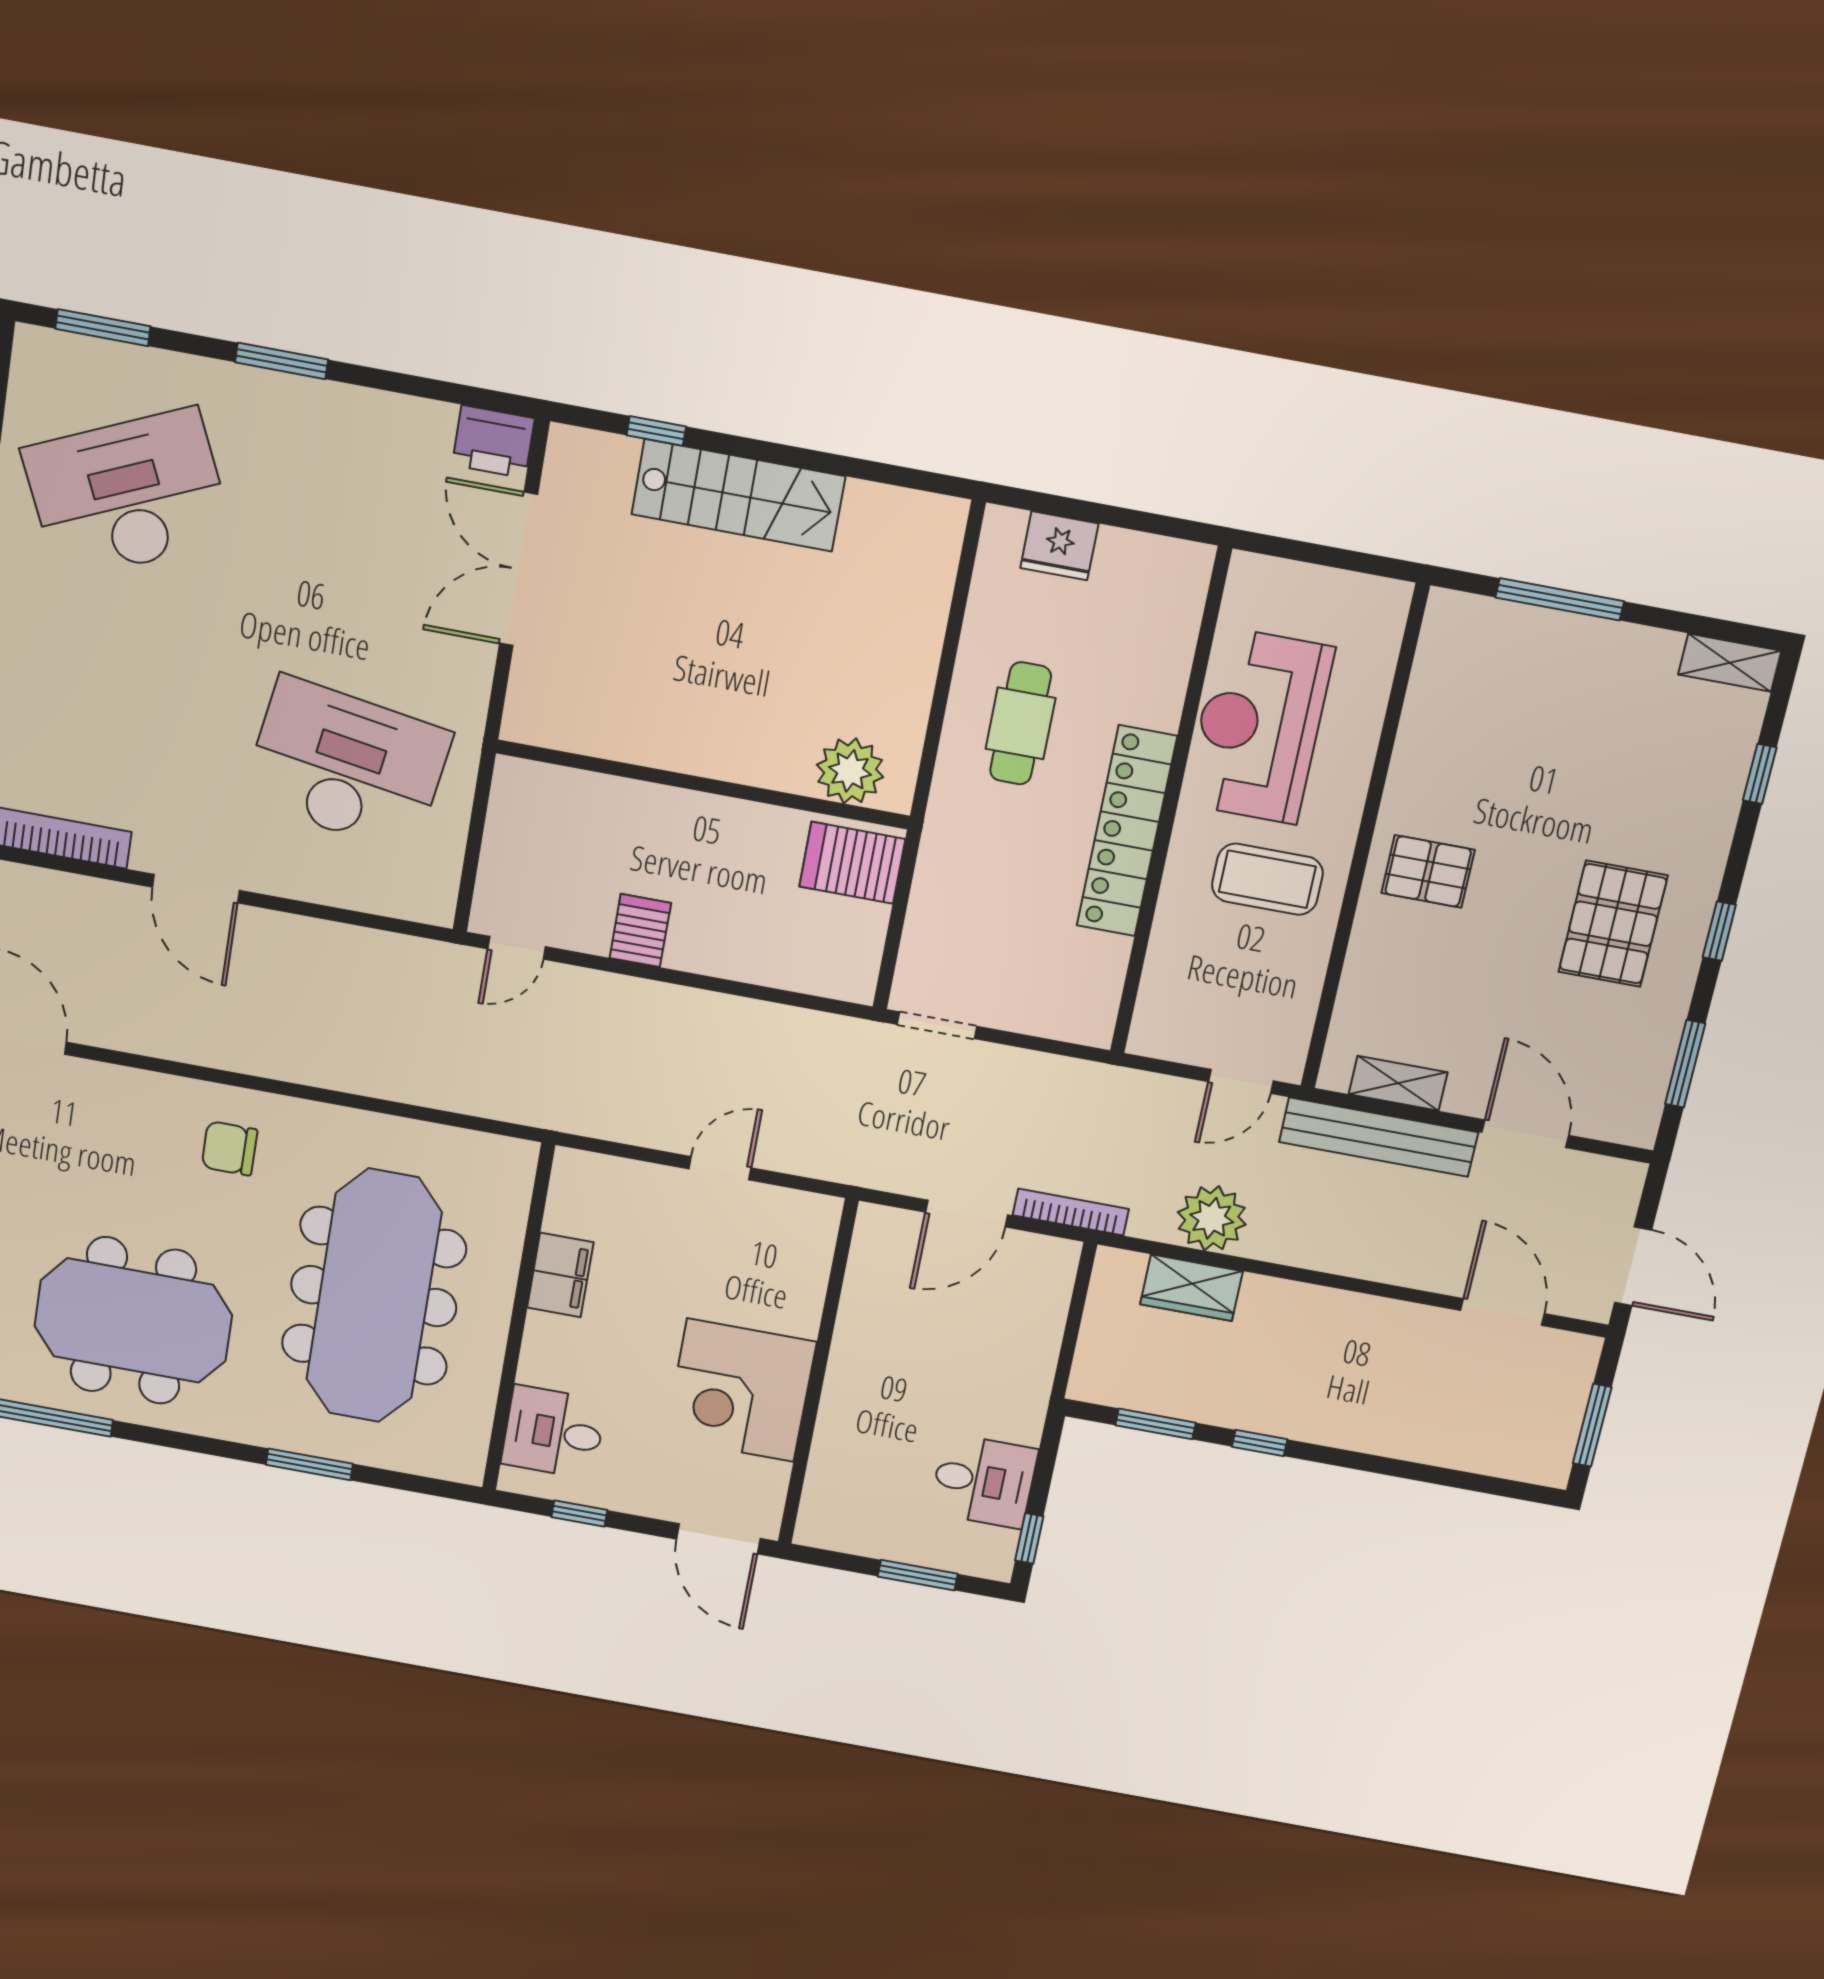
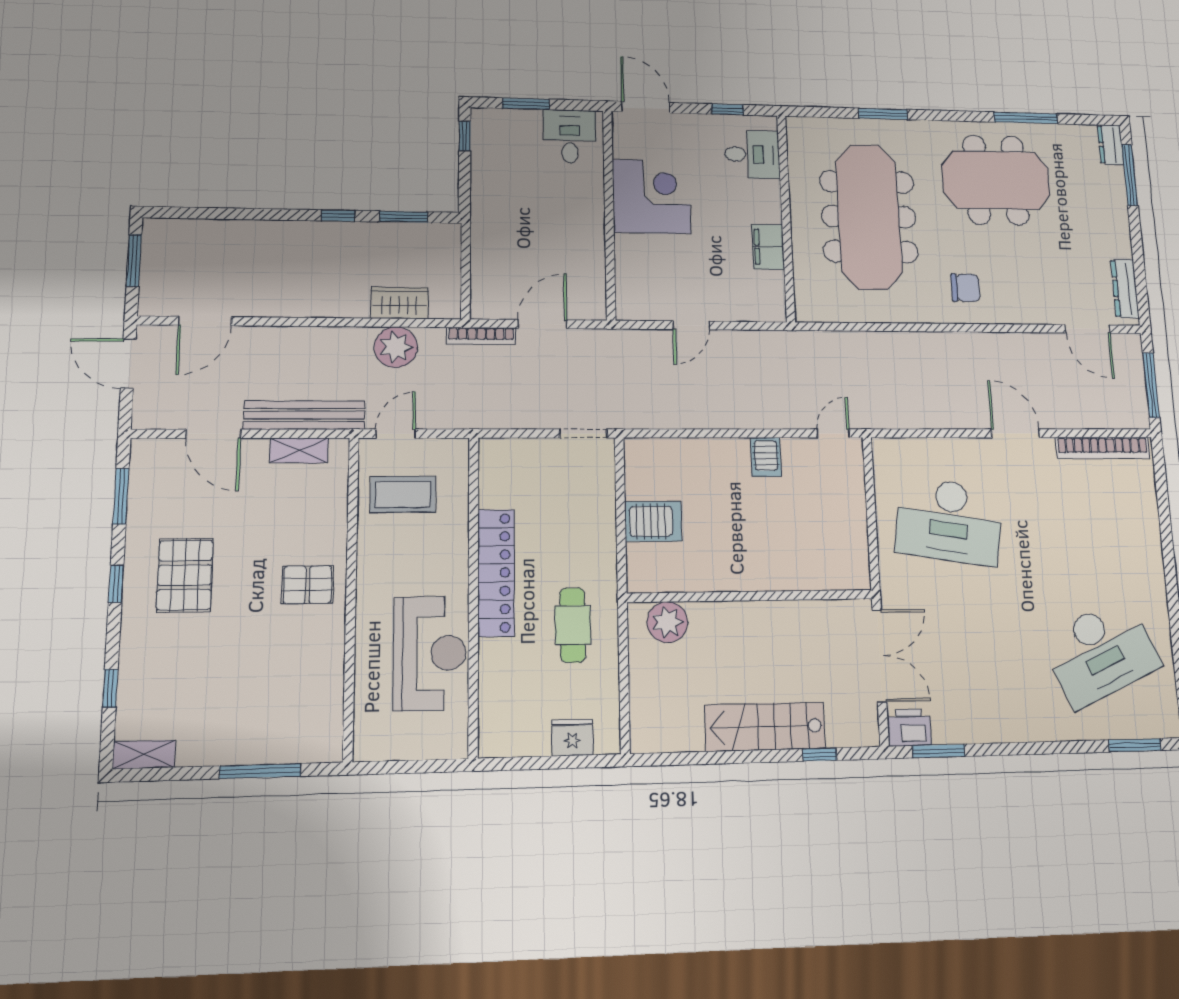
window: (282, 361) -> (939, 751), moved
plant: (850, 771) -> (667, 622), moved
wall: (703, 785) -> (750, 596), moved
coffee table: (1267, 879) -> (403, 494), moved
door: (1503, 1312) -> (205, 321), hinge flipped
desk: (984, 1481) -> (570, 136), moved, turned 90

